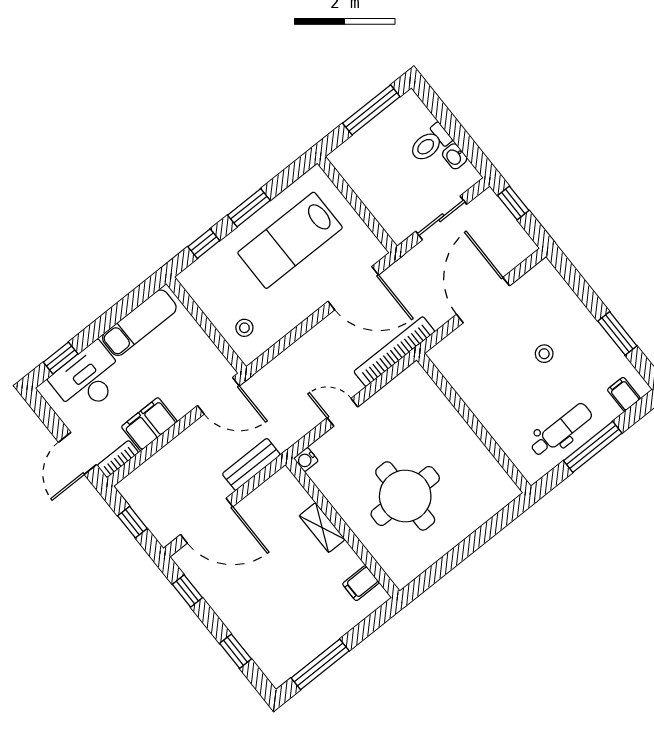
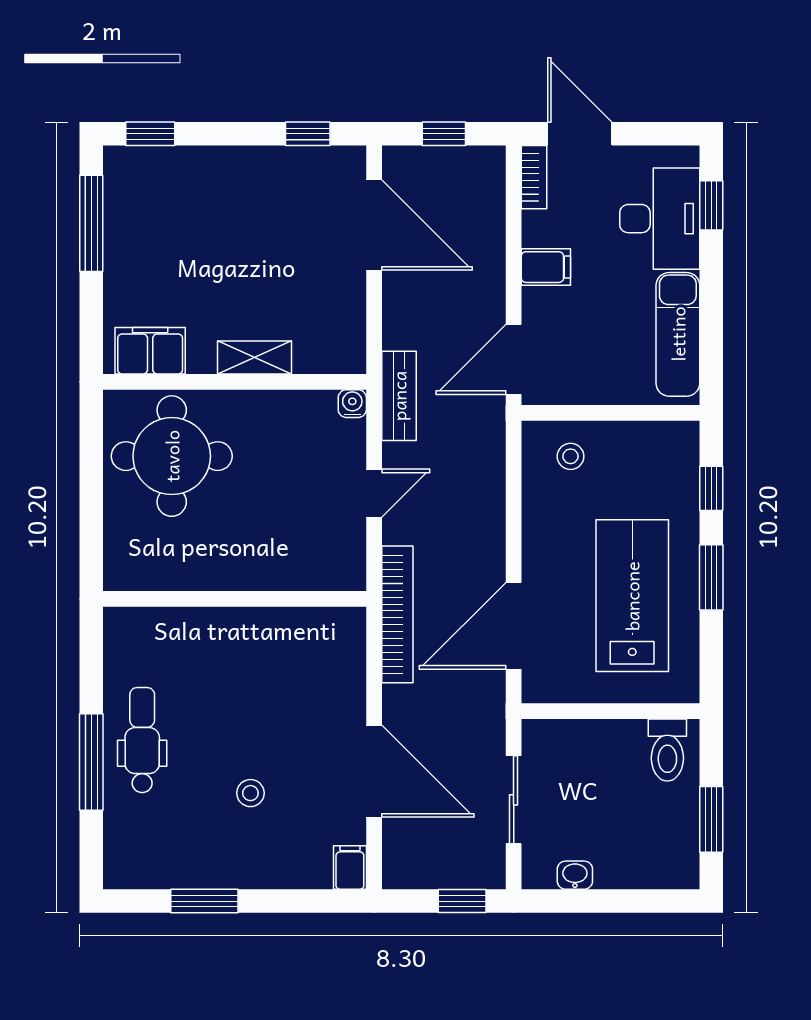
window: (371, 110) -> (711, 819), width x0.69
toilet: (430, 143) -> (667, 750), moved, turned 180
filing cabinet: (624, 394) -> (350, 868), moved, turned -90
wall: (474, 423) -> (235, 599), moved
filing cabinet: (149, 424) -> (546, 267), width x0.50
dental chair: (561, 430) -> (142, 740), turned 180
bench: (251, 464) -> (399, 396), moved
round table: (405, 496) -> (172, 456), moved
door: (207, 521) -> (374, 225), swing flipped
filing cabinet: (361, 583) -> (150, 351), width x2.00
window: (235, 651) -> (150, 134), moved

